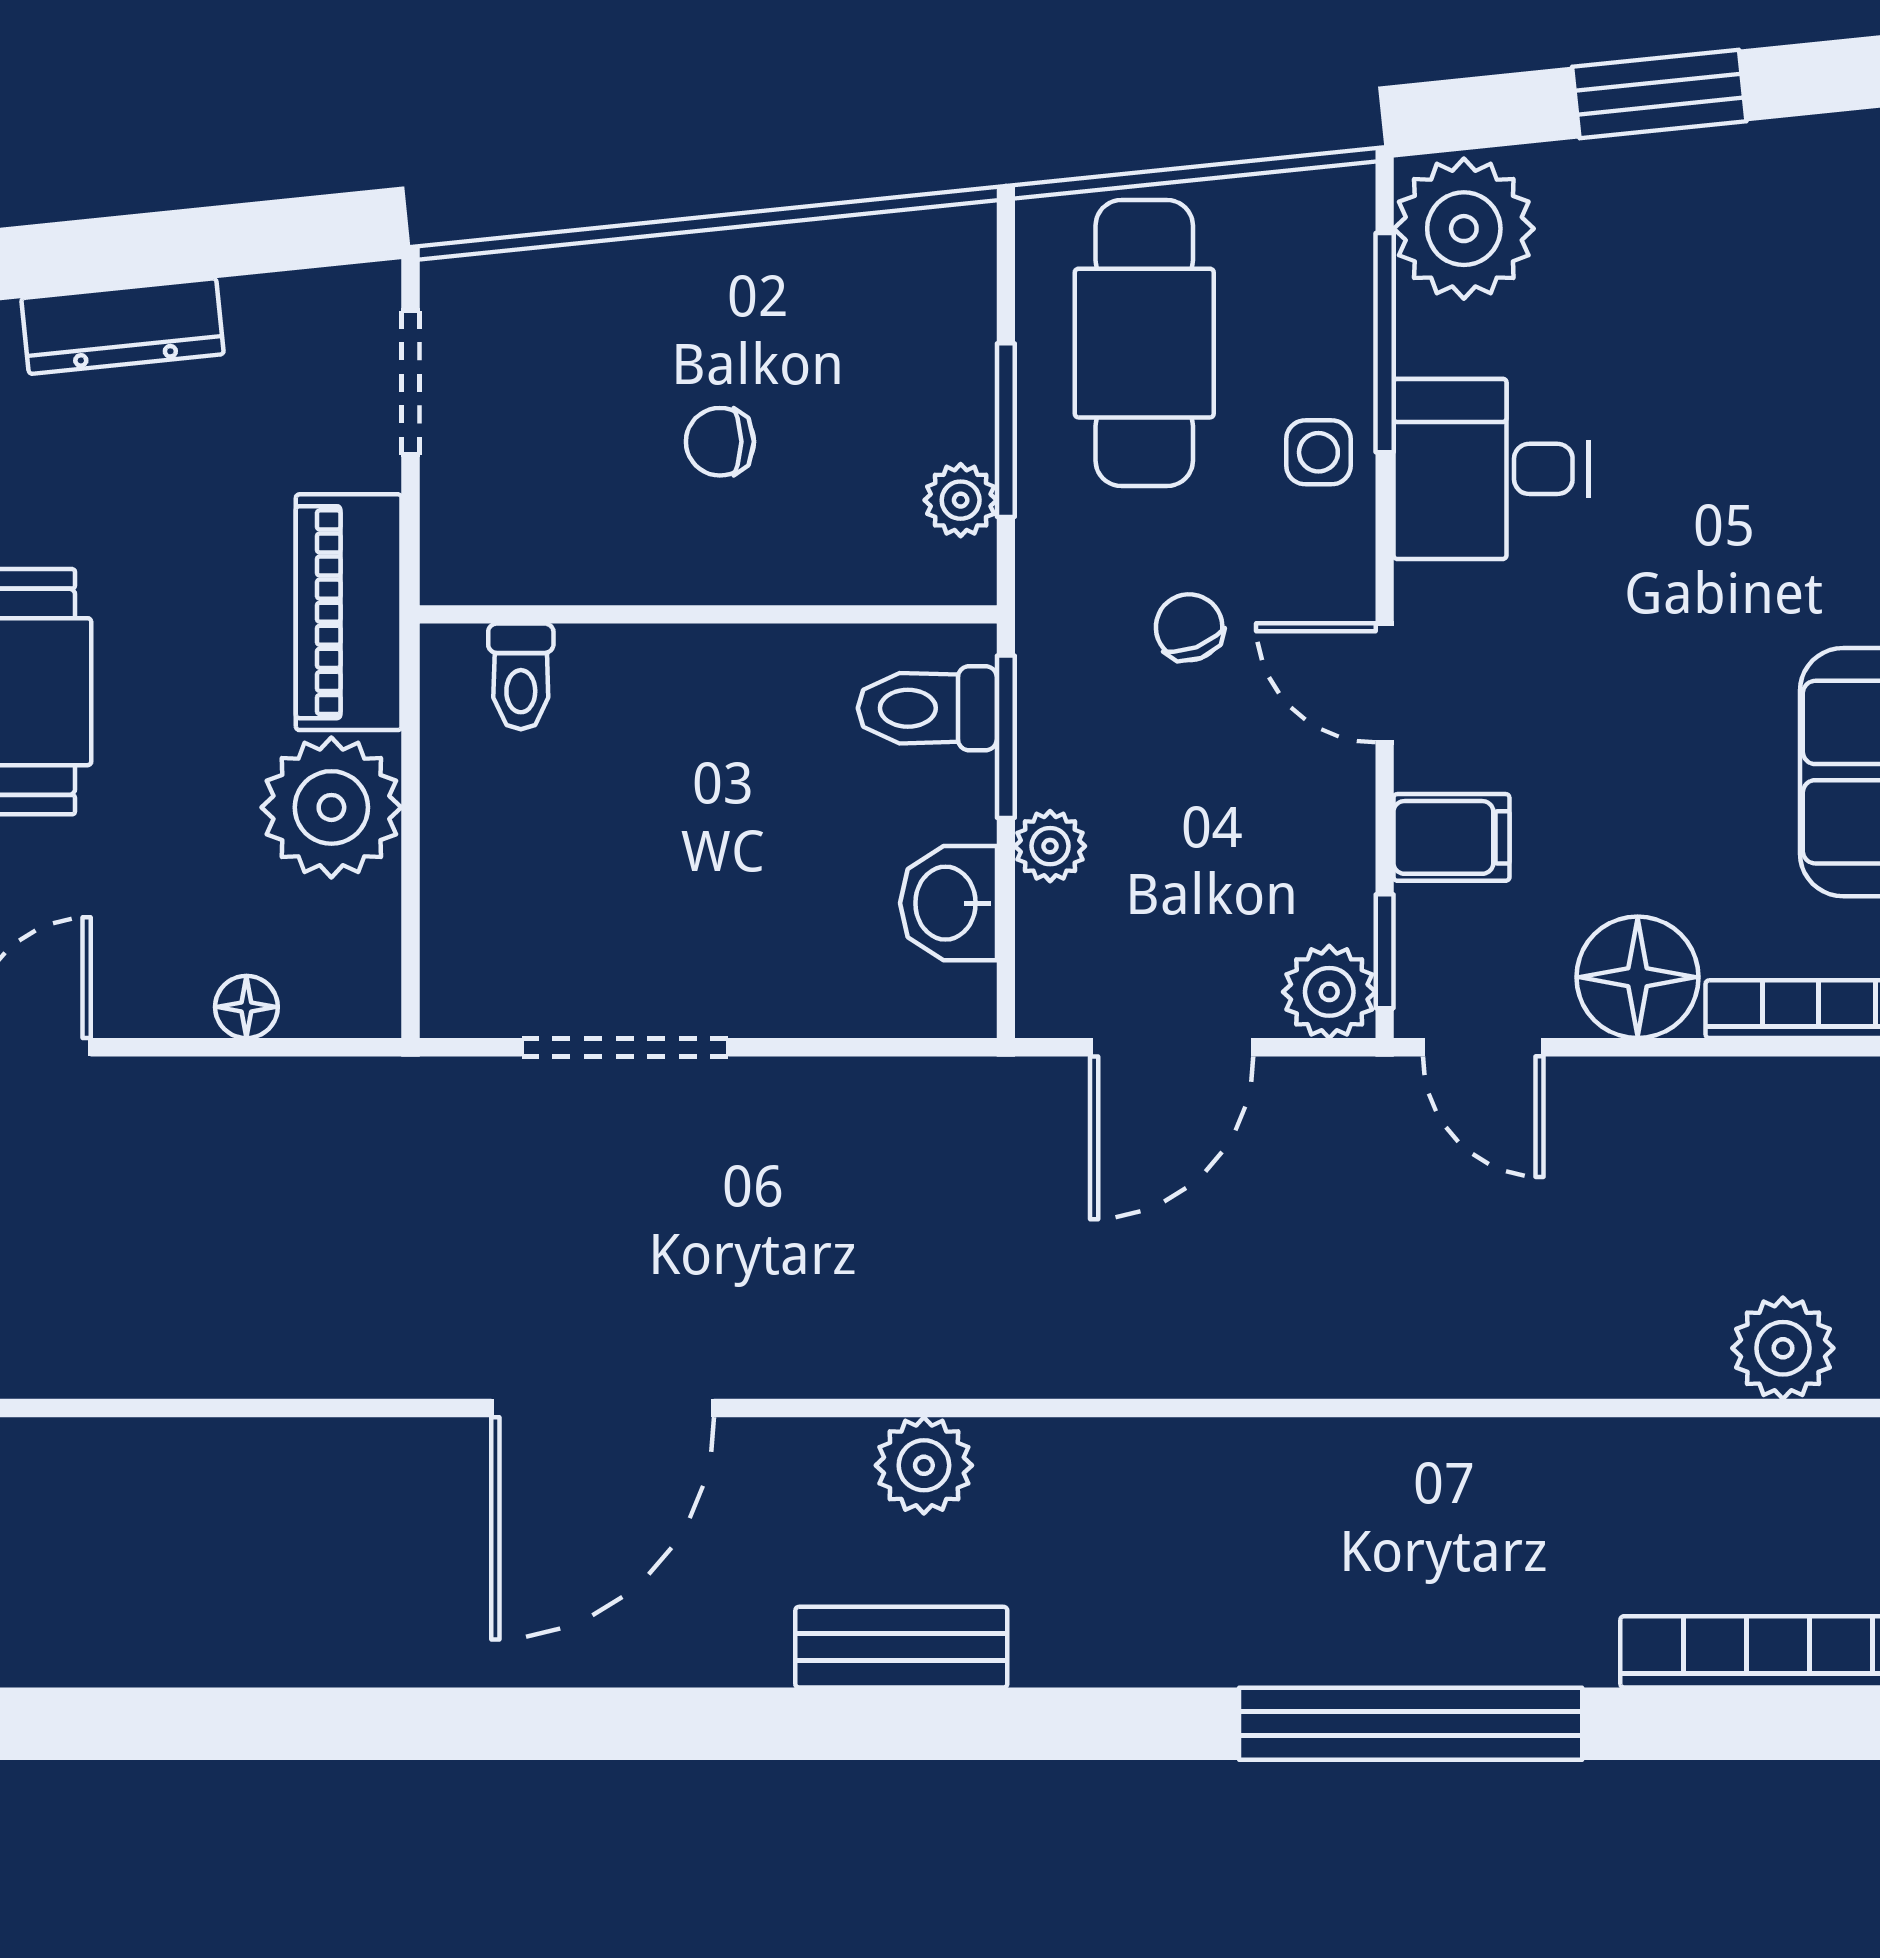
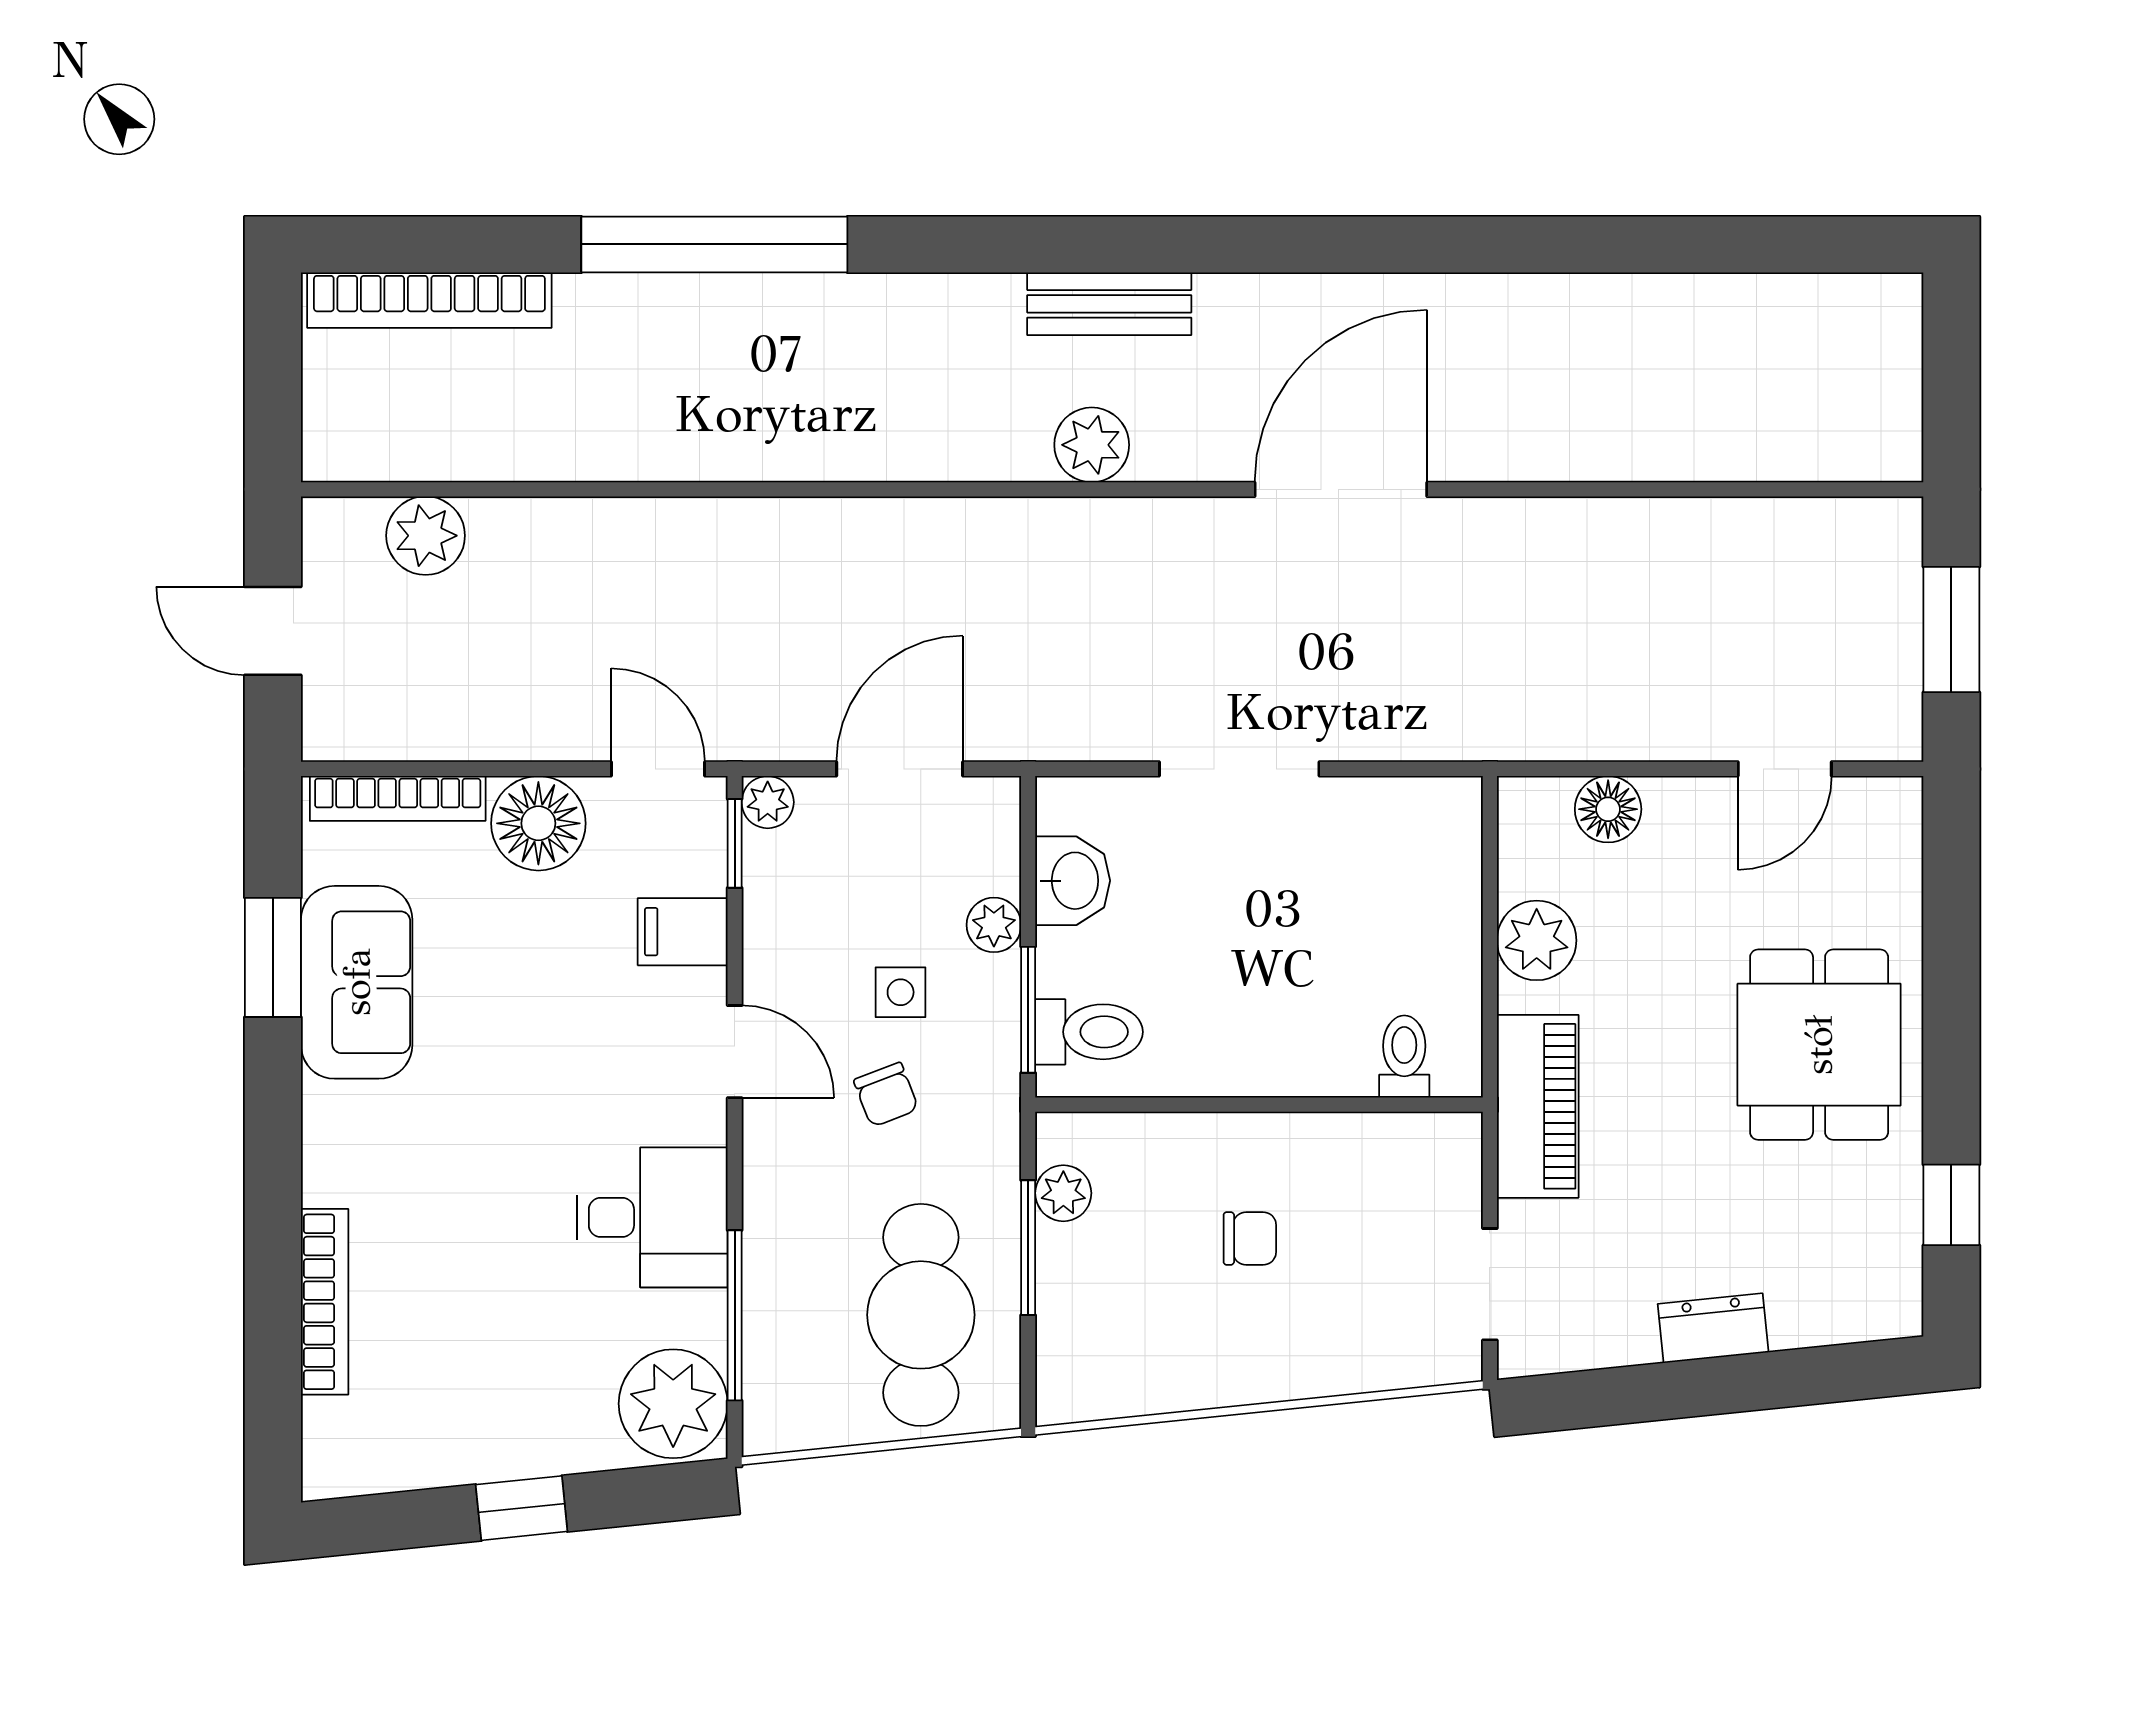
window: (1659, 94) -> (522, 1508), width x0.67
dresser: (123, 326) -> (1713, 1328), width x0.70
side table: (1318, 452) -> (901, 992), moved
plant: (331, 807) -> (1537, 940), width x0.73, depth x0.73
plant: (1329, 992) -> (768, 802), width x0.73, depth x0.73
floor lamp: (246, 1007) -> (1608, 809), width x1.37, depth x1.37
doorway: (625, 1047) -> (1239, 769), moved

